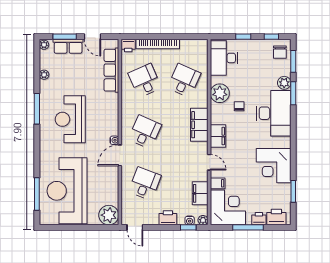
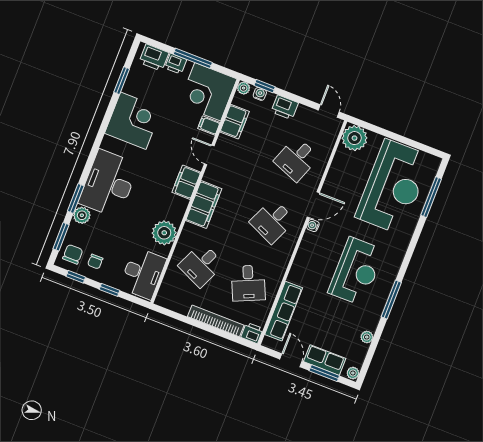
chair: (239, 106) -> (95, 262), moved

